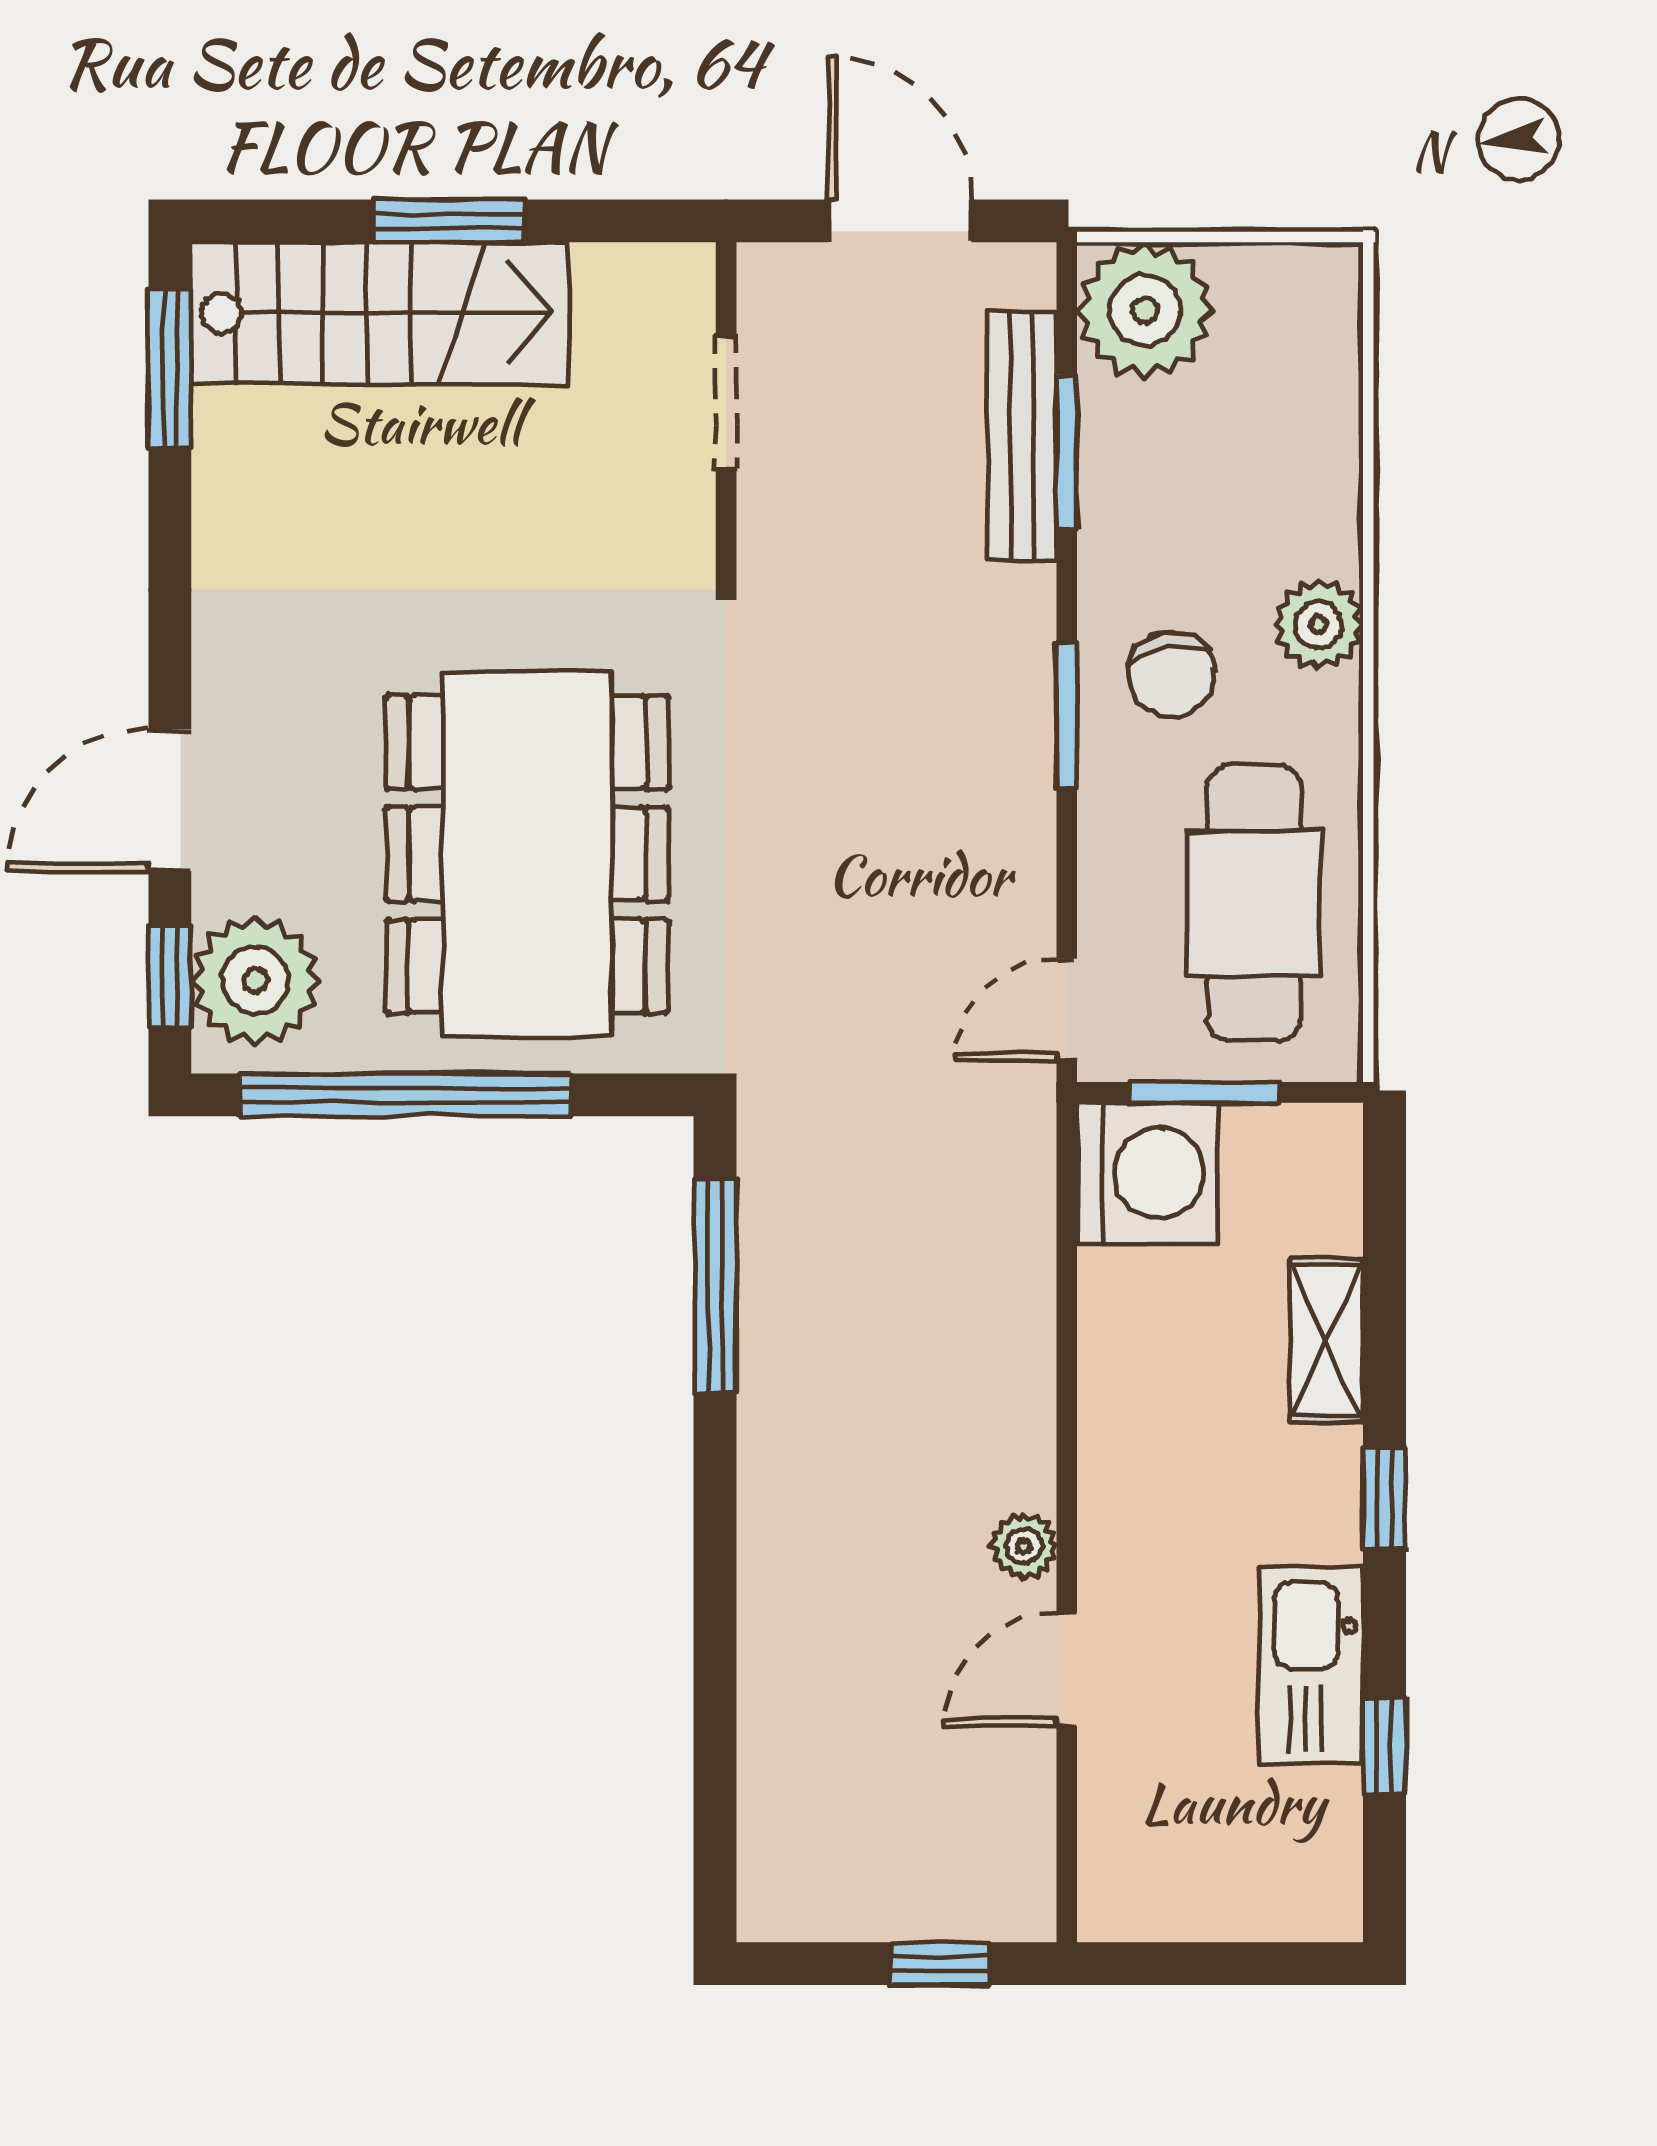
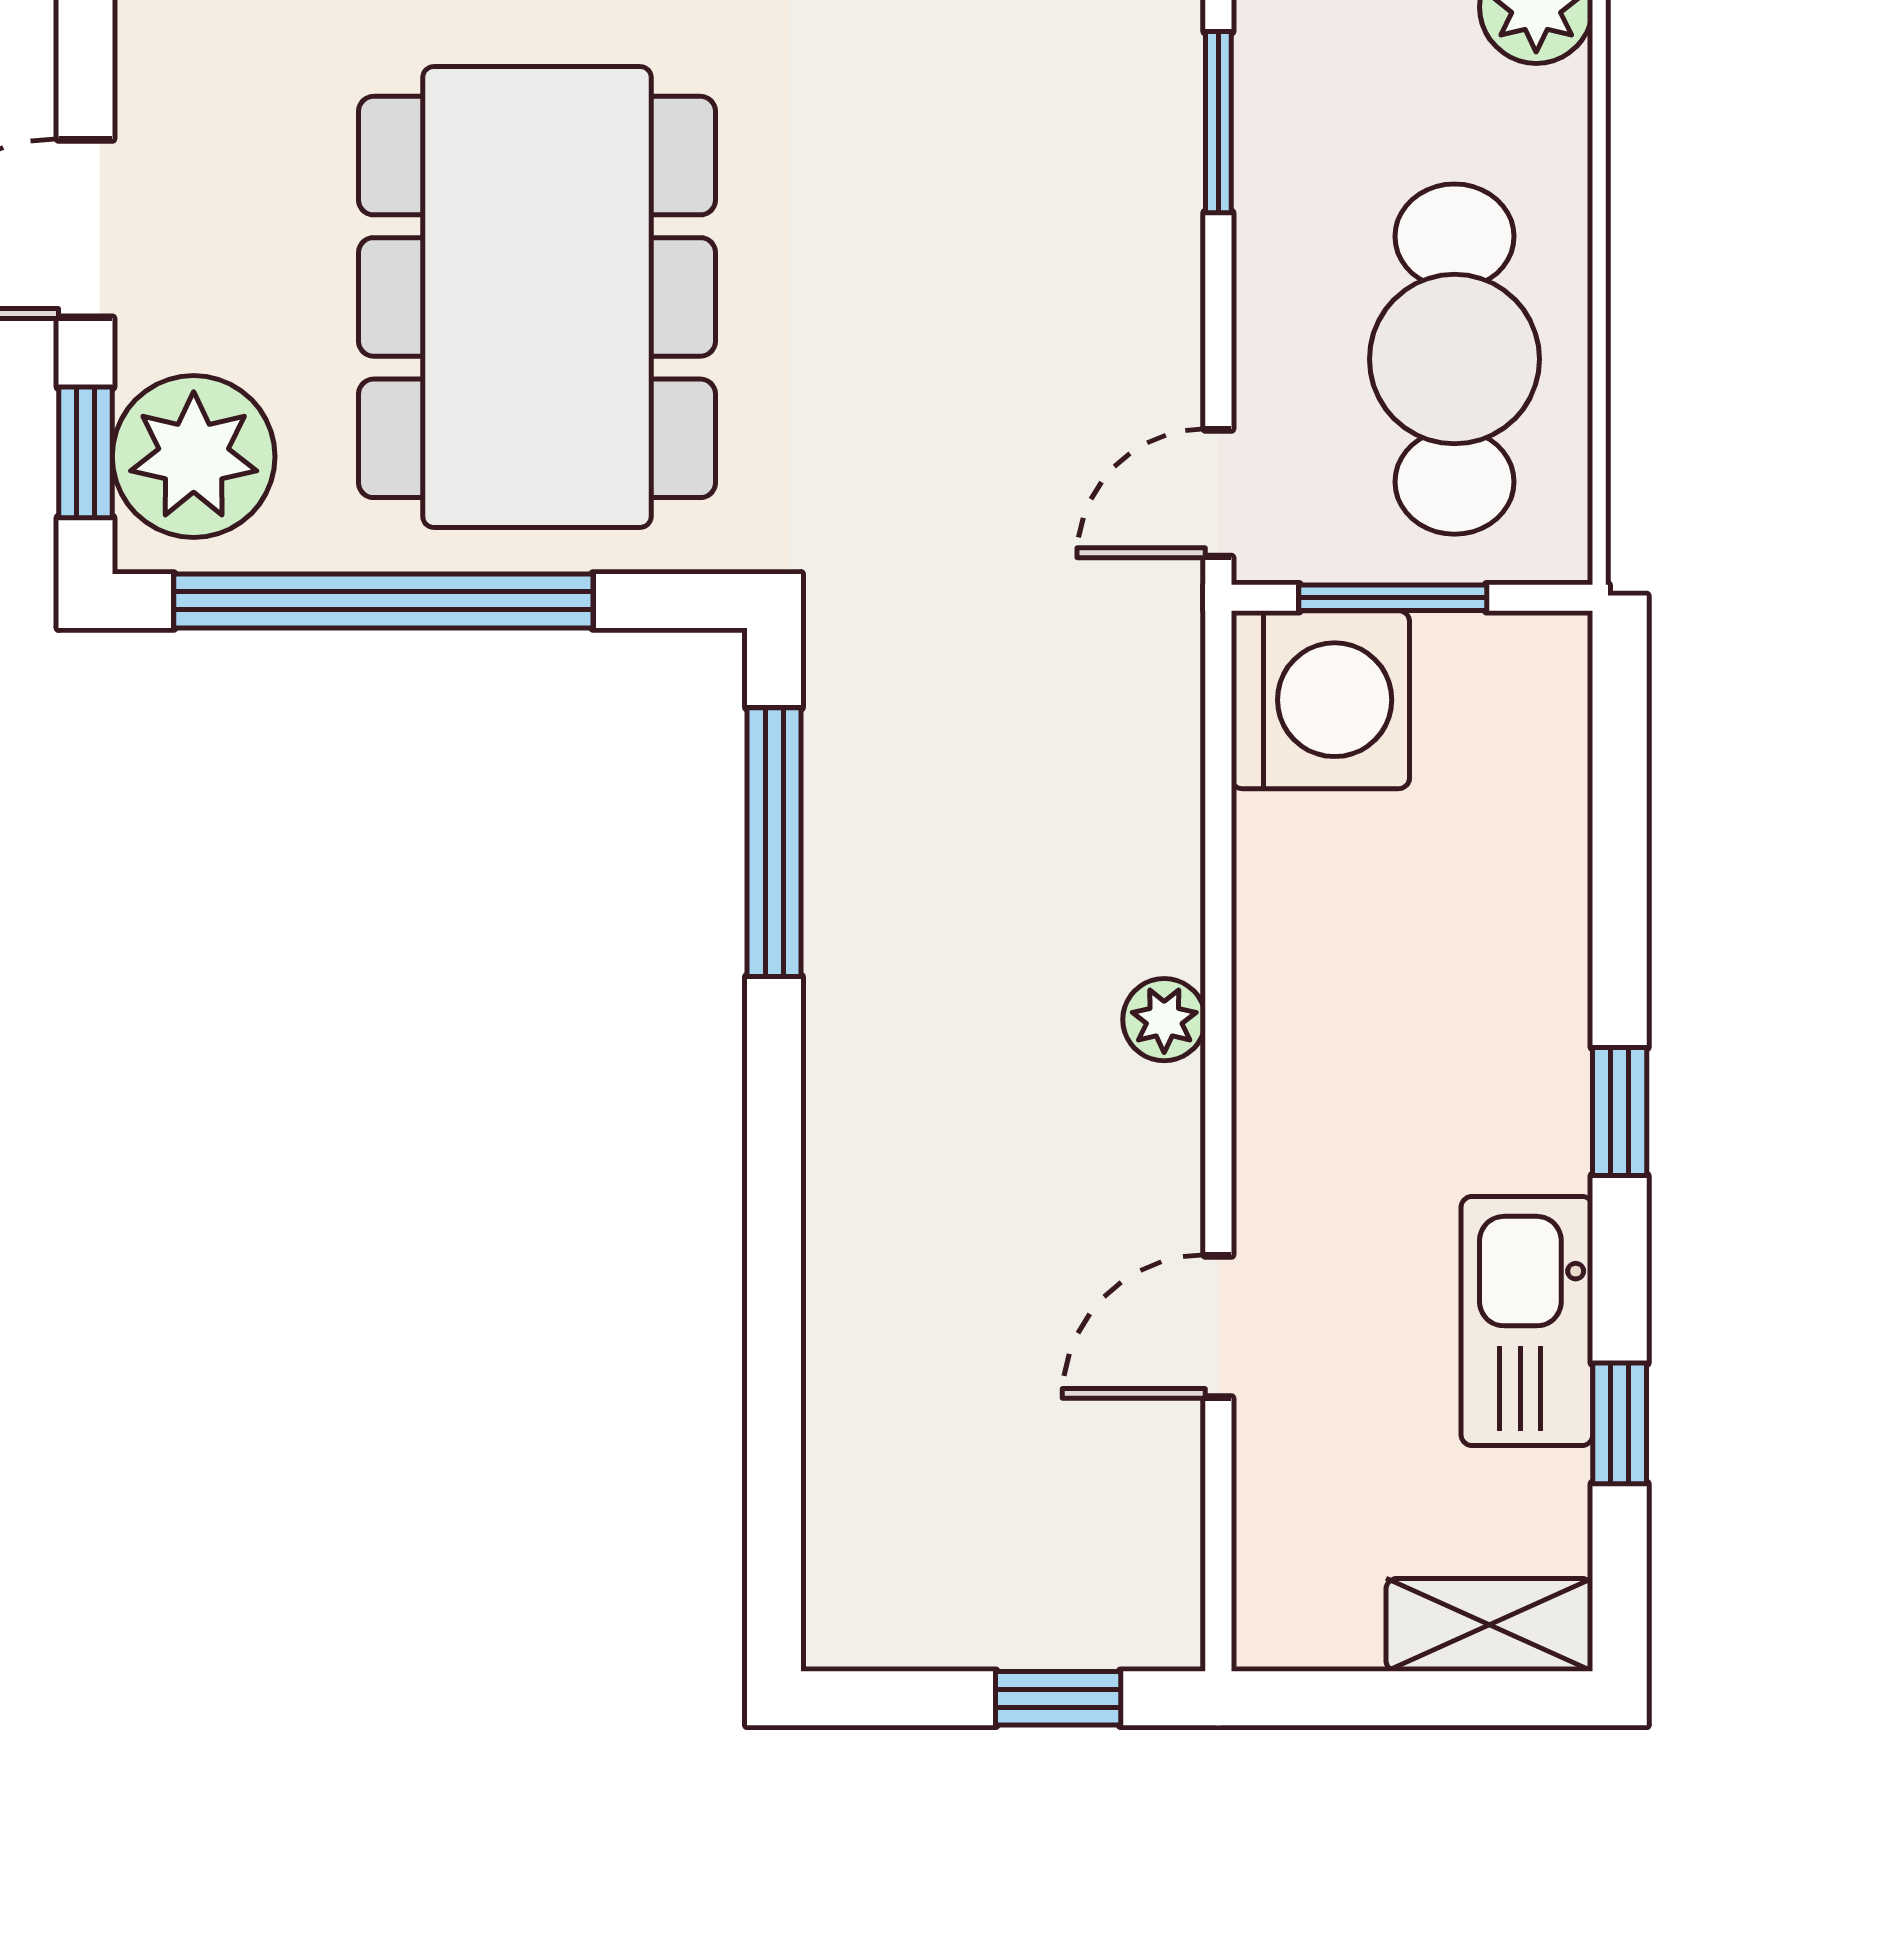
chair: (1172, 674) -> (1351, 70), removed
shelving: (1326, 1340) -> (1489, 1625), moved, turned 90
plant: (1024, 1546) -> (1164, 1020), moved

